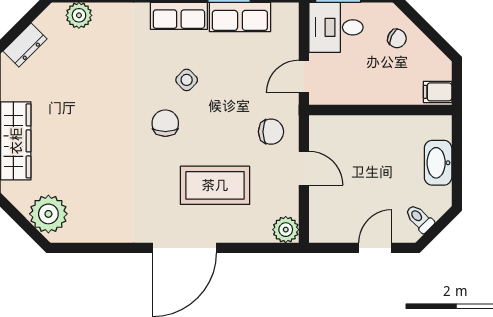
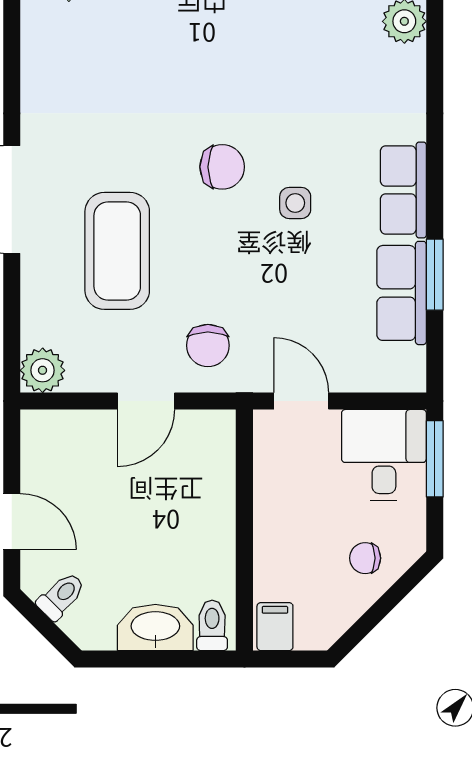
chair: (397, 38) -> (365, 558), turned 63
side table: (187, 80) -> (295, 203), turned 45
toilet: (437, 129) -> (212, 625), added

